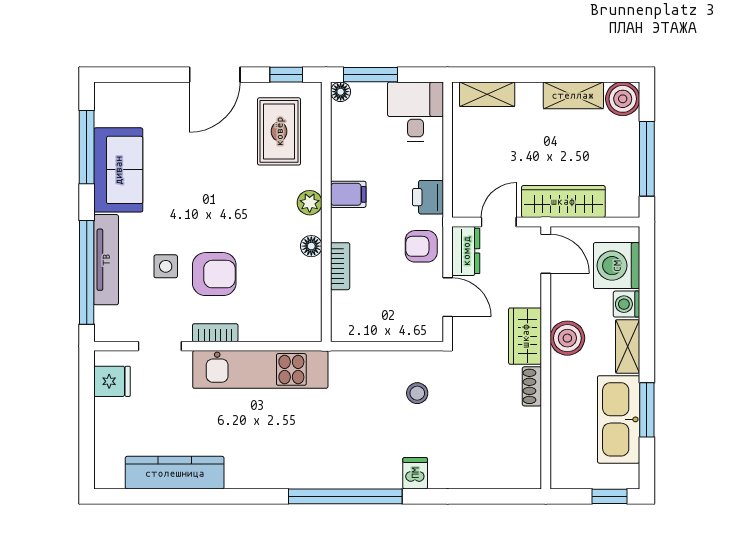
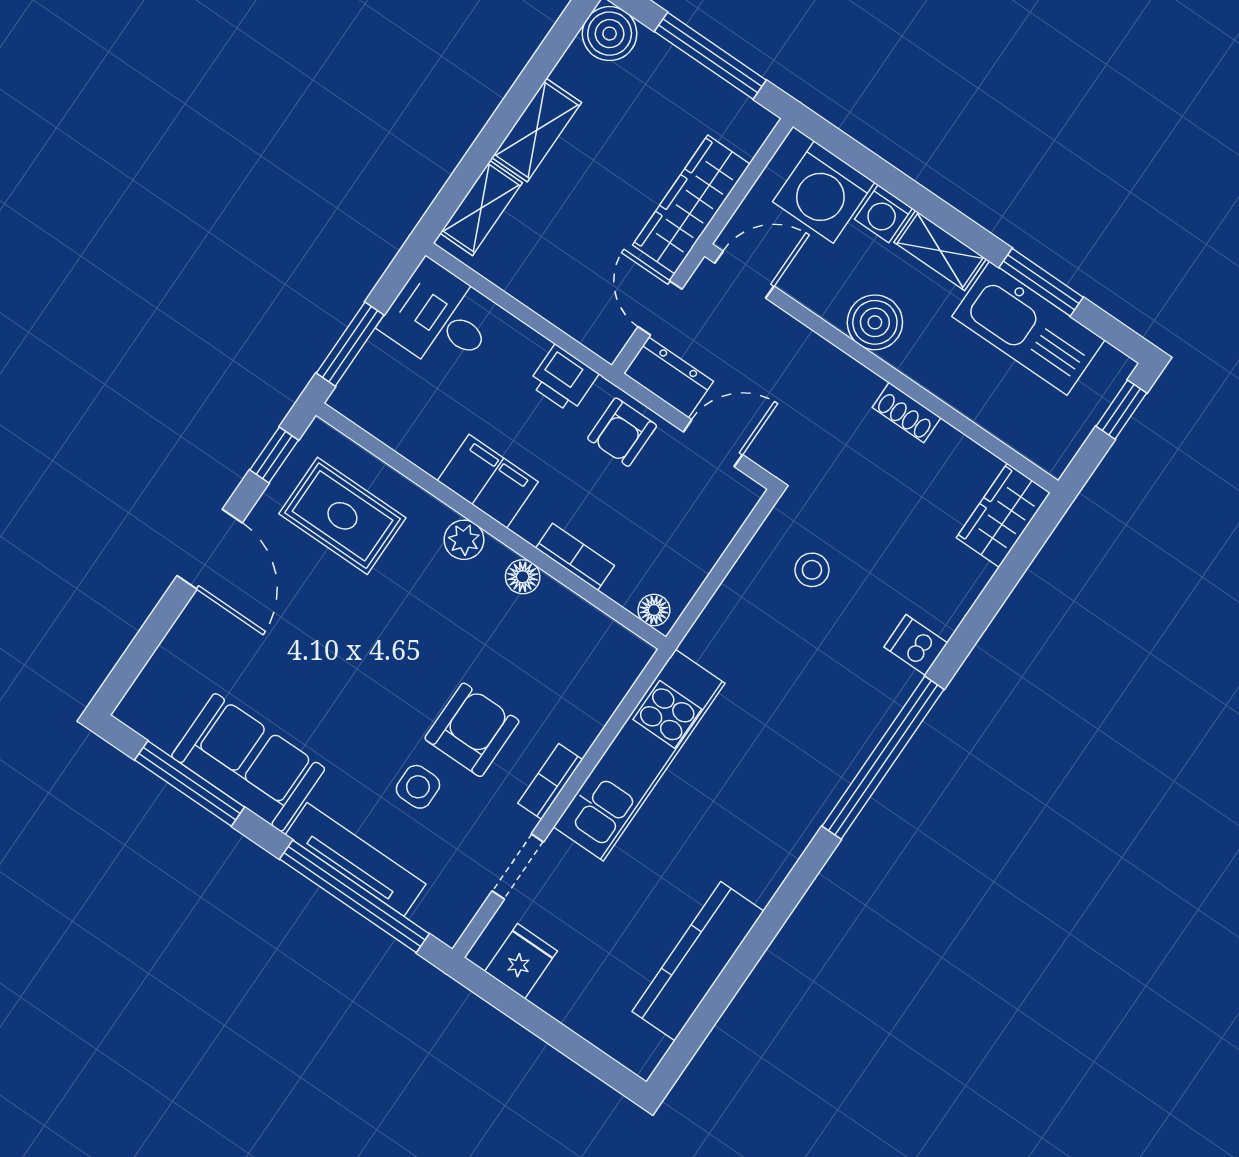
floor lamp: (341, 92) -> (654, 610), moved
shelving: (573, 95) -> (537, 130), moved
filing cabinet: (348, 194) -> (488, 481), width x2.00
wardrobe: (525, 336) -> (1003, 515), moved, turned 90

